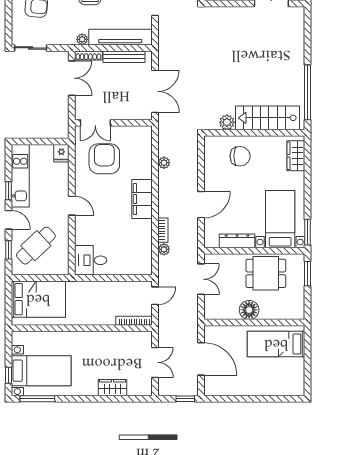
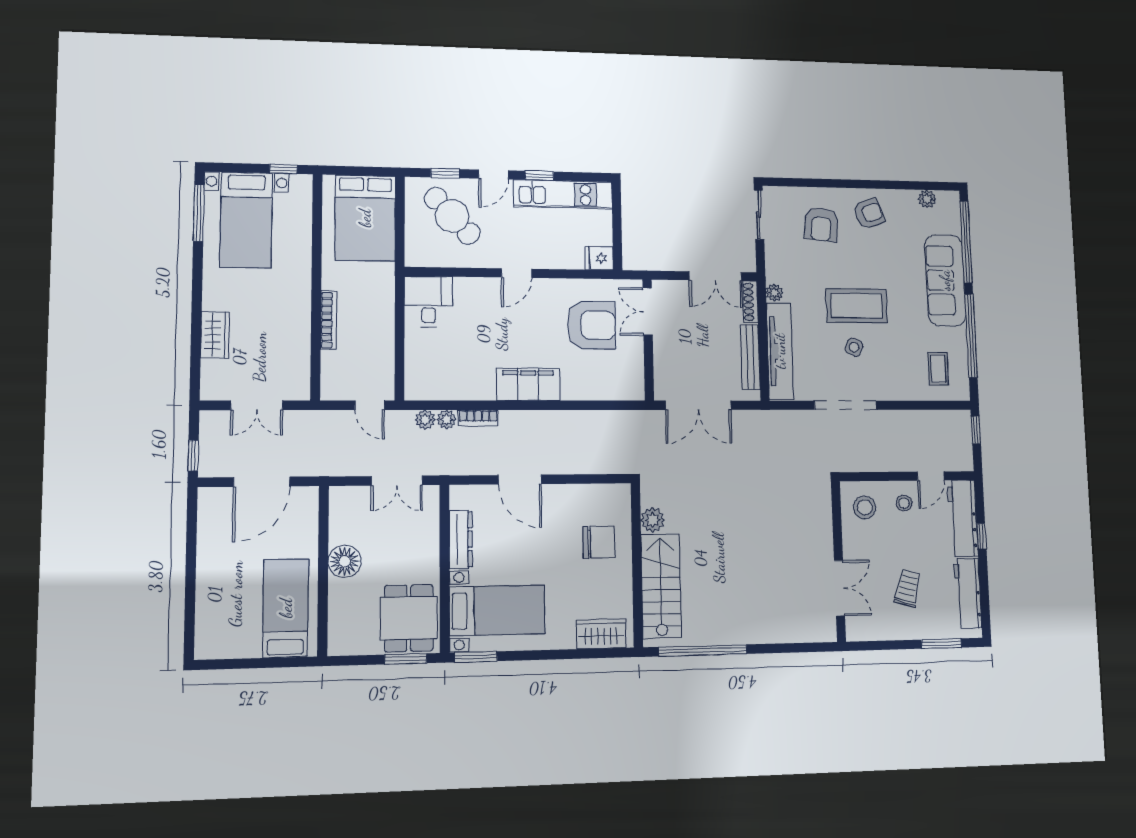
chair: (240, 156) -> (599, 542), turned -90
plant: (164, 163) -> (425, 420), moved
dining table: (266, 273) -> (409, 618), moved
bookcase: (134, 321) -> (329, 320), moved
window: (9, 375) -> (283, 169), moved

